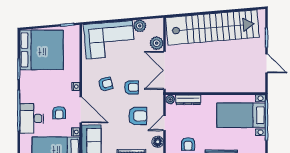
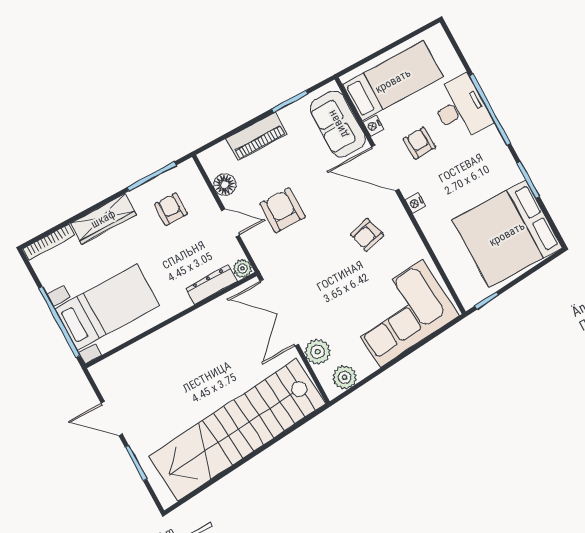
plant: (140, 26) -> (345, 377), moved
double door: (164, 70) -> (279, 313), swing flipped
armchair: (131, 87) -> (320, 253), removed
armchair: (138, 116) -> (282, 210), turned 90
door: (164, 123) -> (230, 223), hinge flipped

